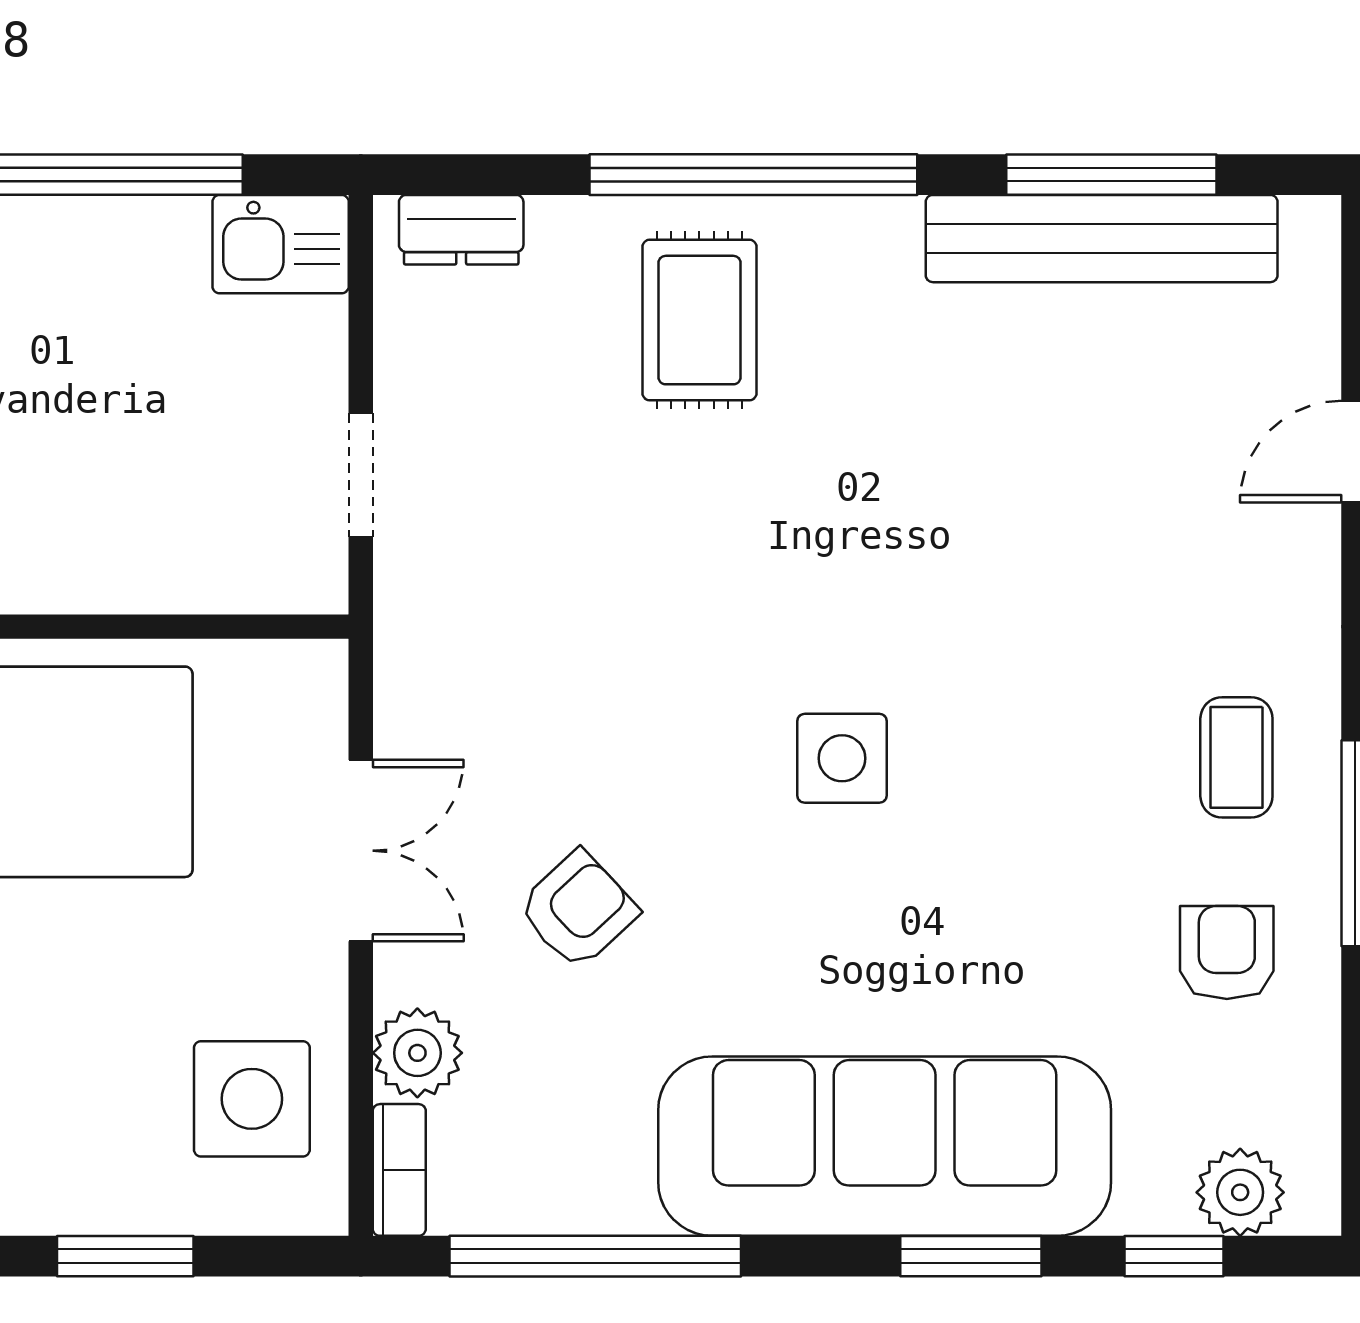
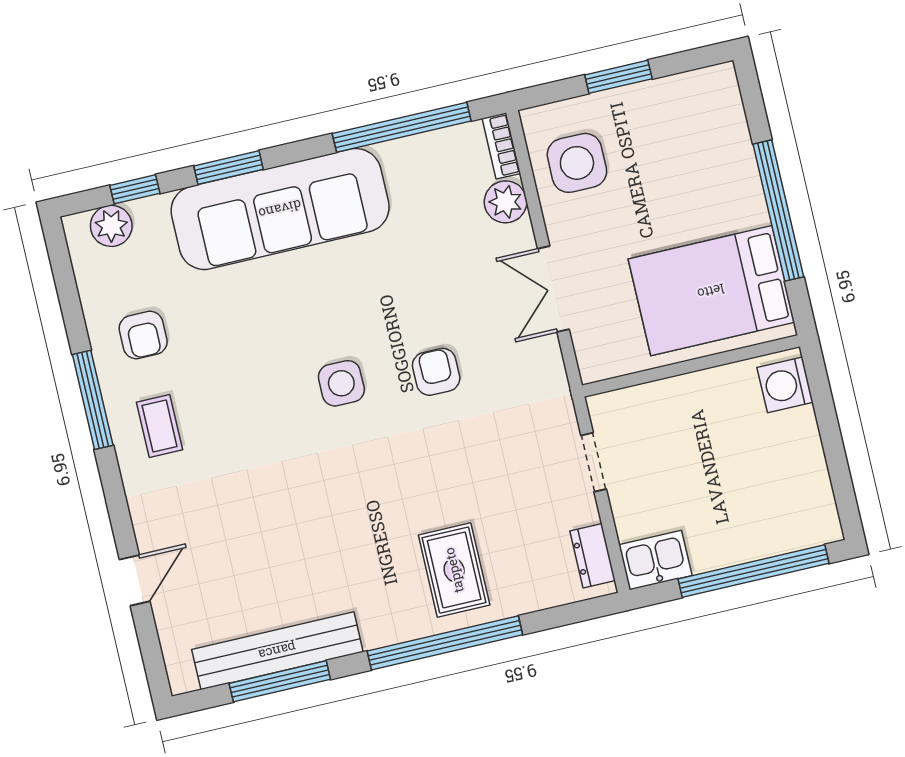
dresser: (461, 230) -> (593, 556), moved, turned -90
armchair: (578, 910) -> (436, 372), moved, turned 133

